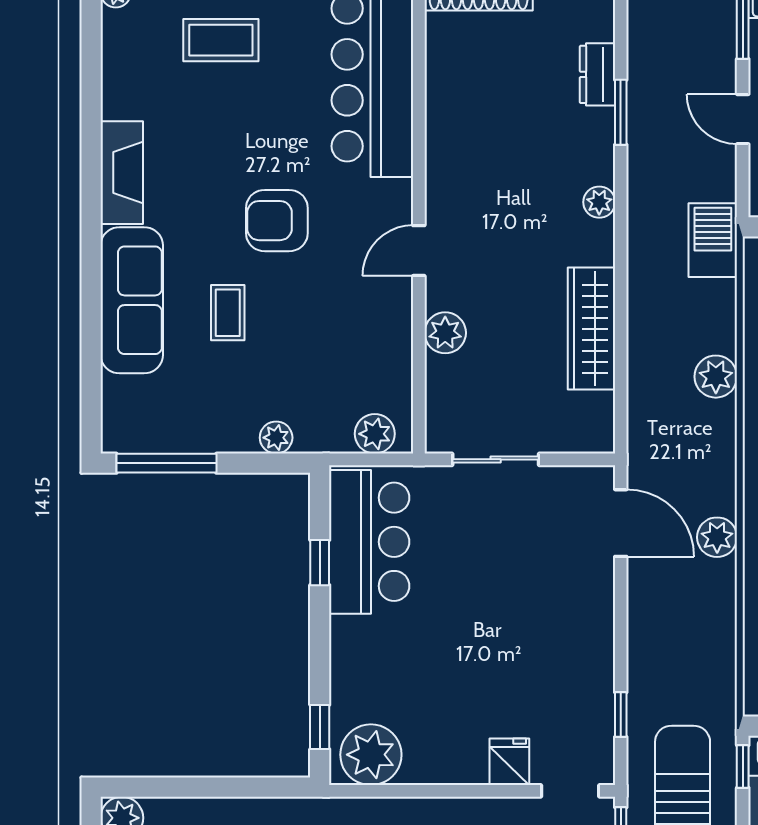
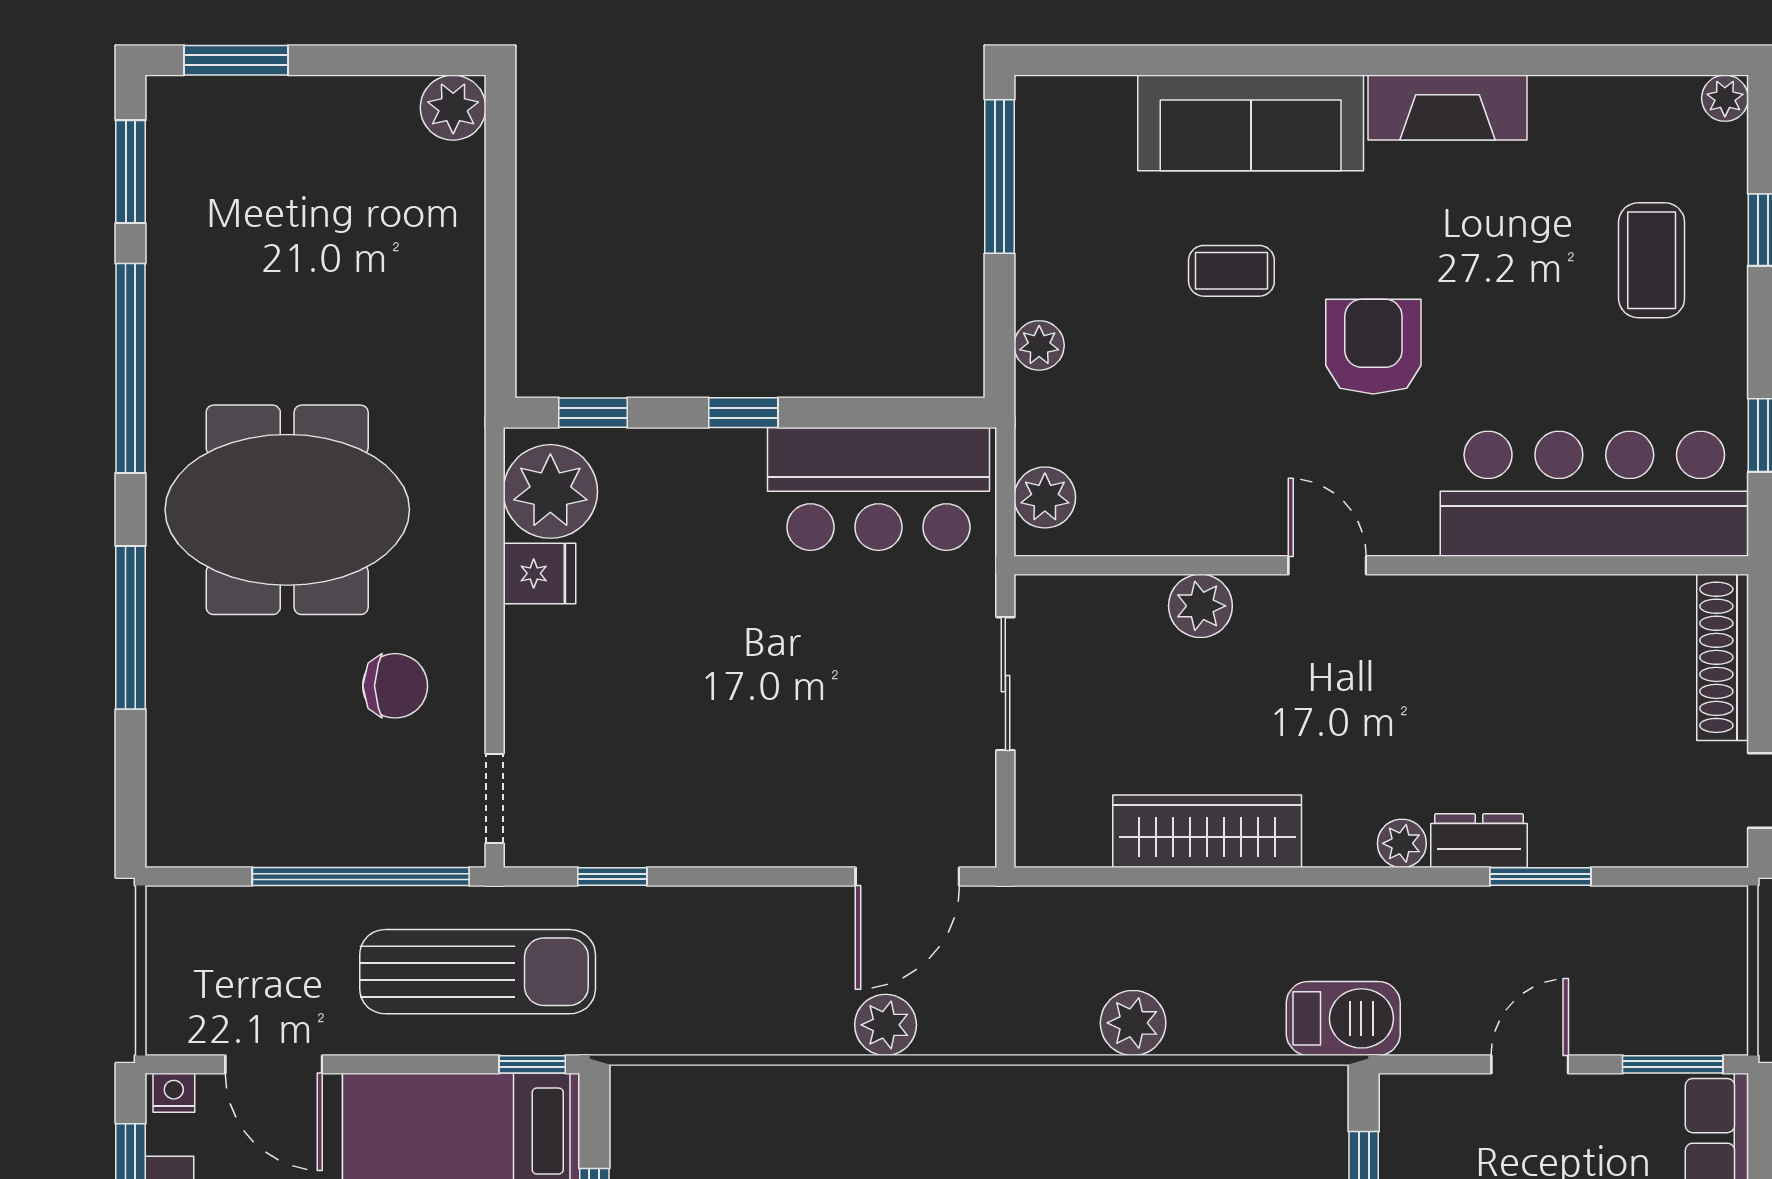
dresser: (597, 74) -> (1479, 841), moved
window: (320, 563) -> (743, 413), moved
fridge: (509, 762) -> (540, 573), moved

